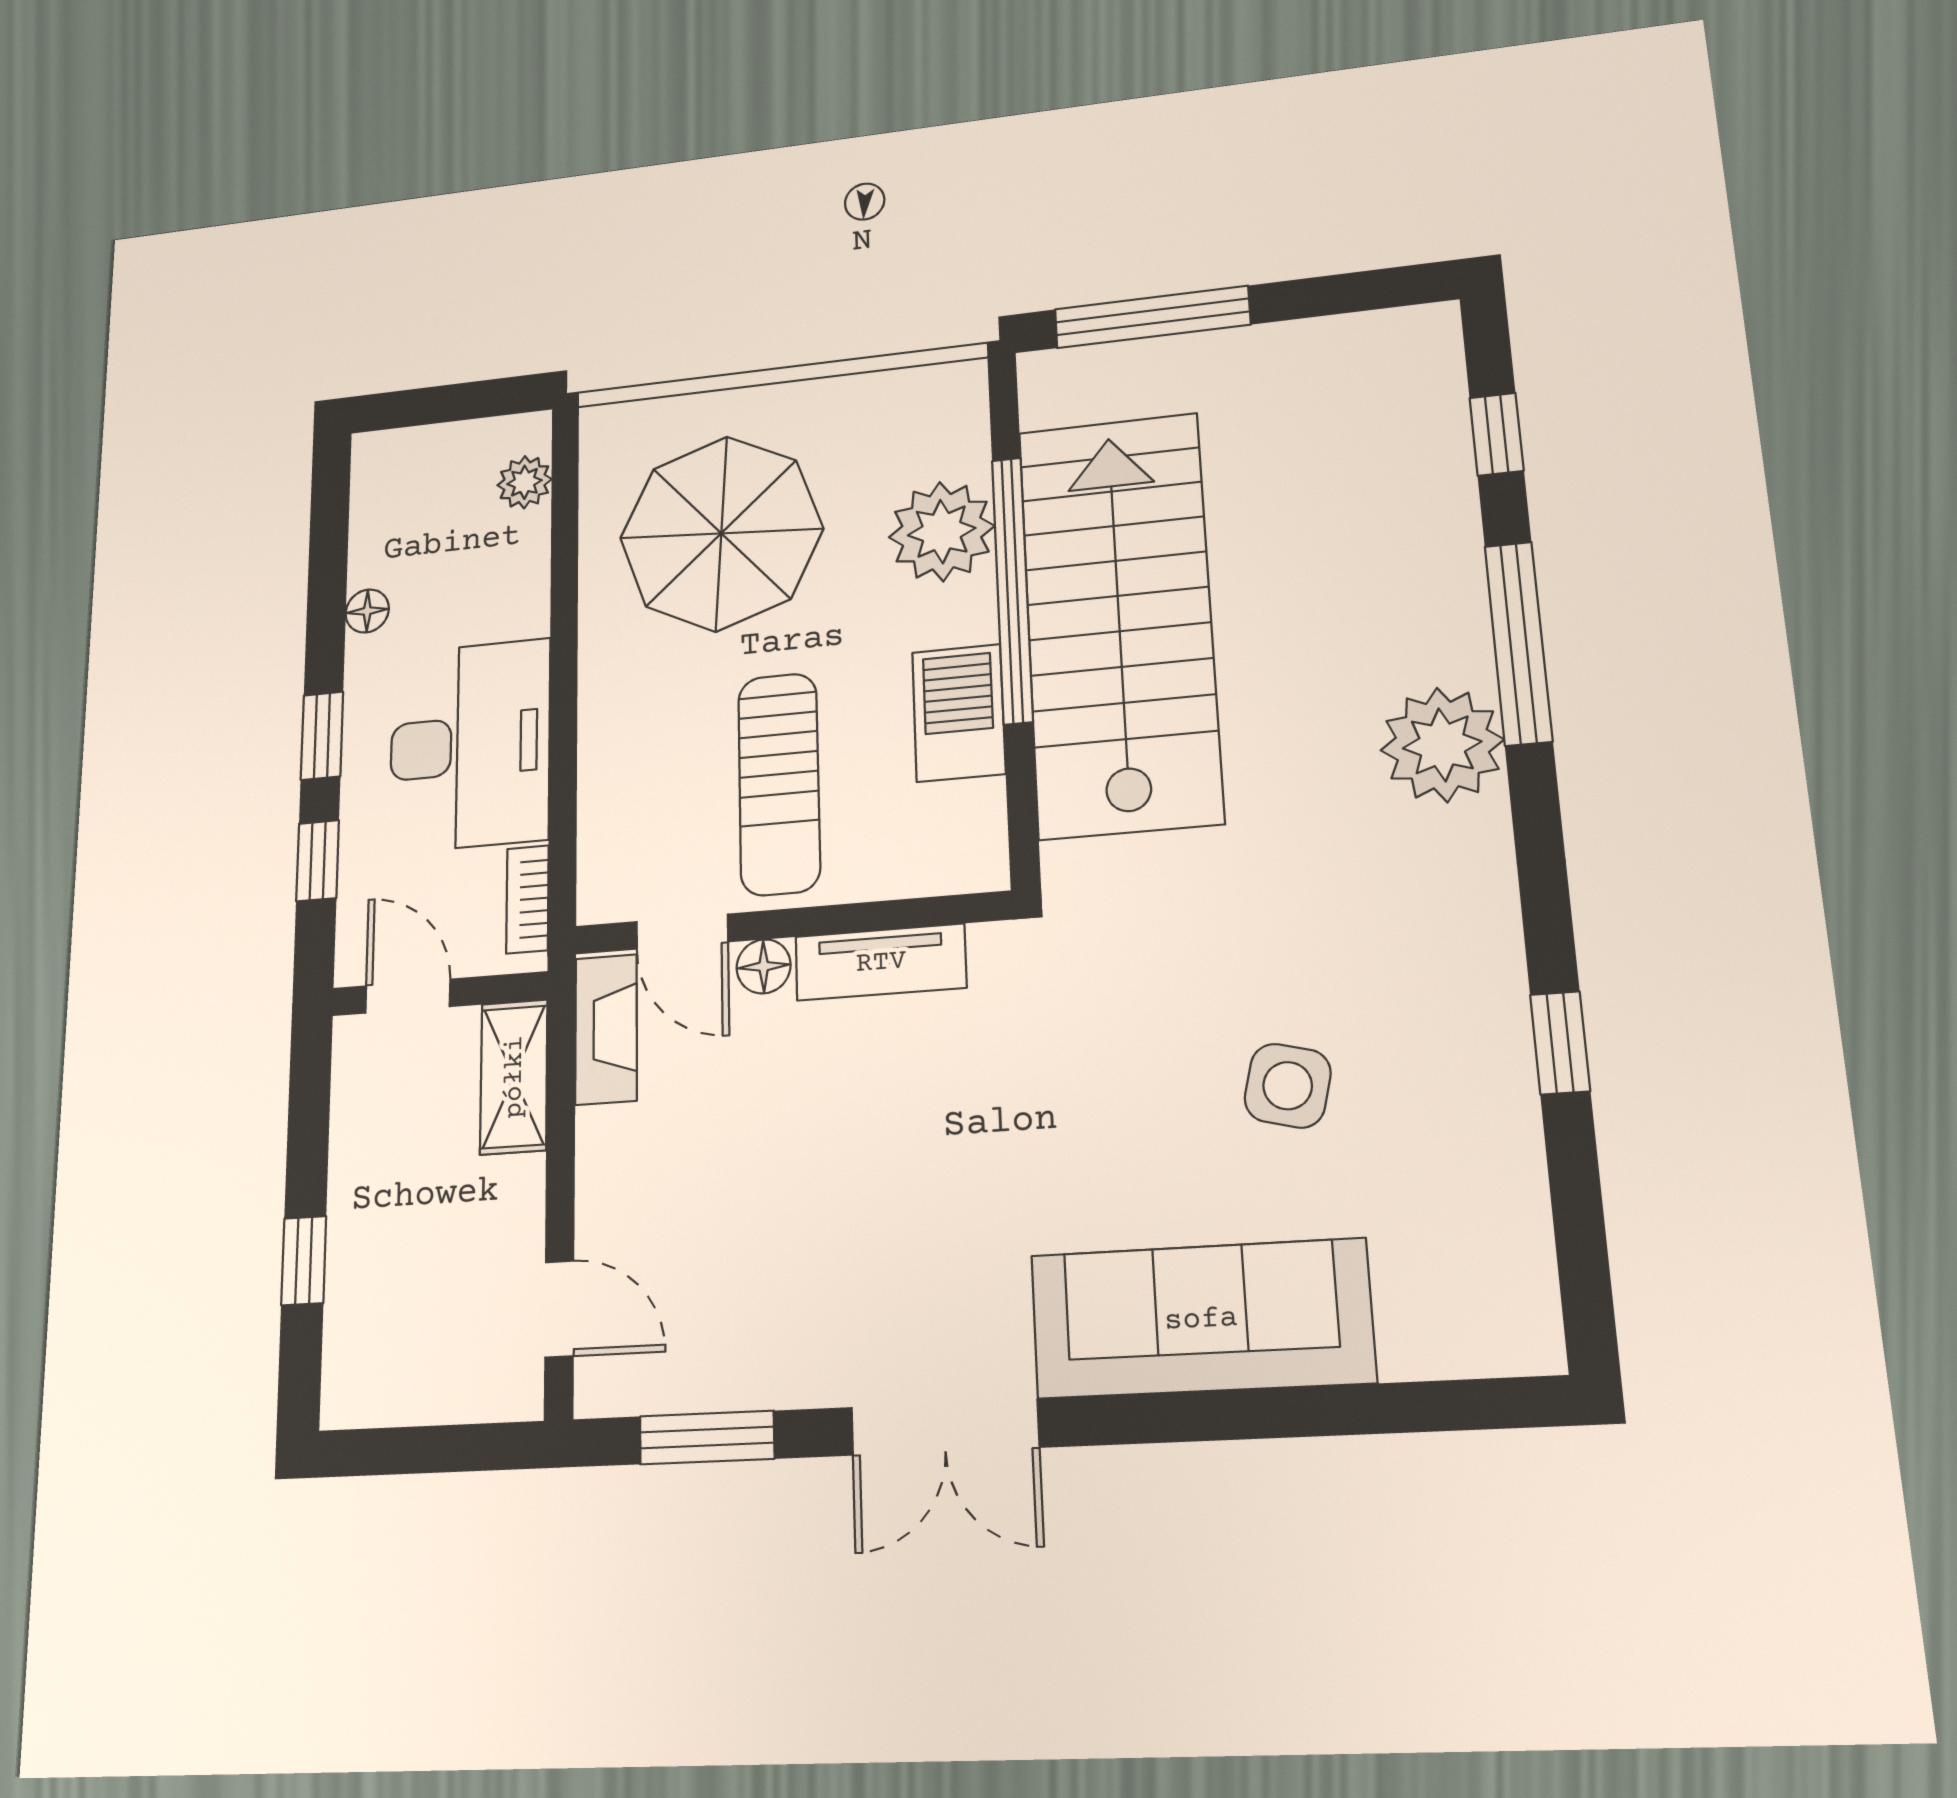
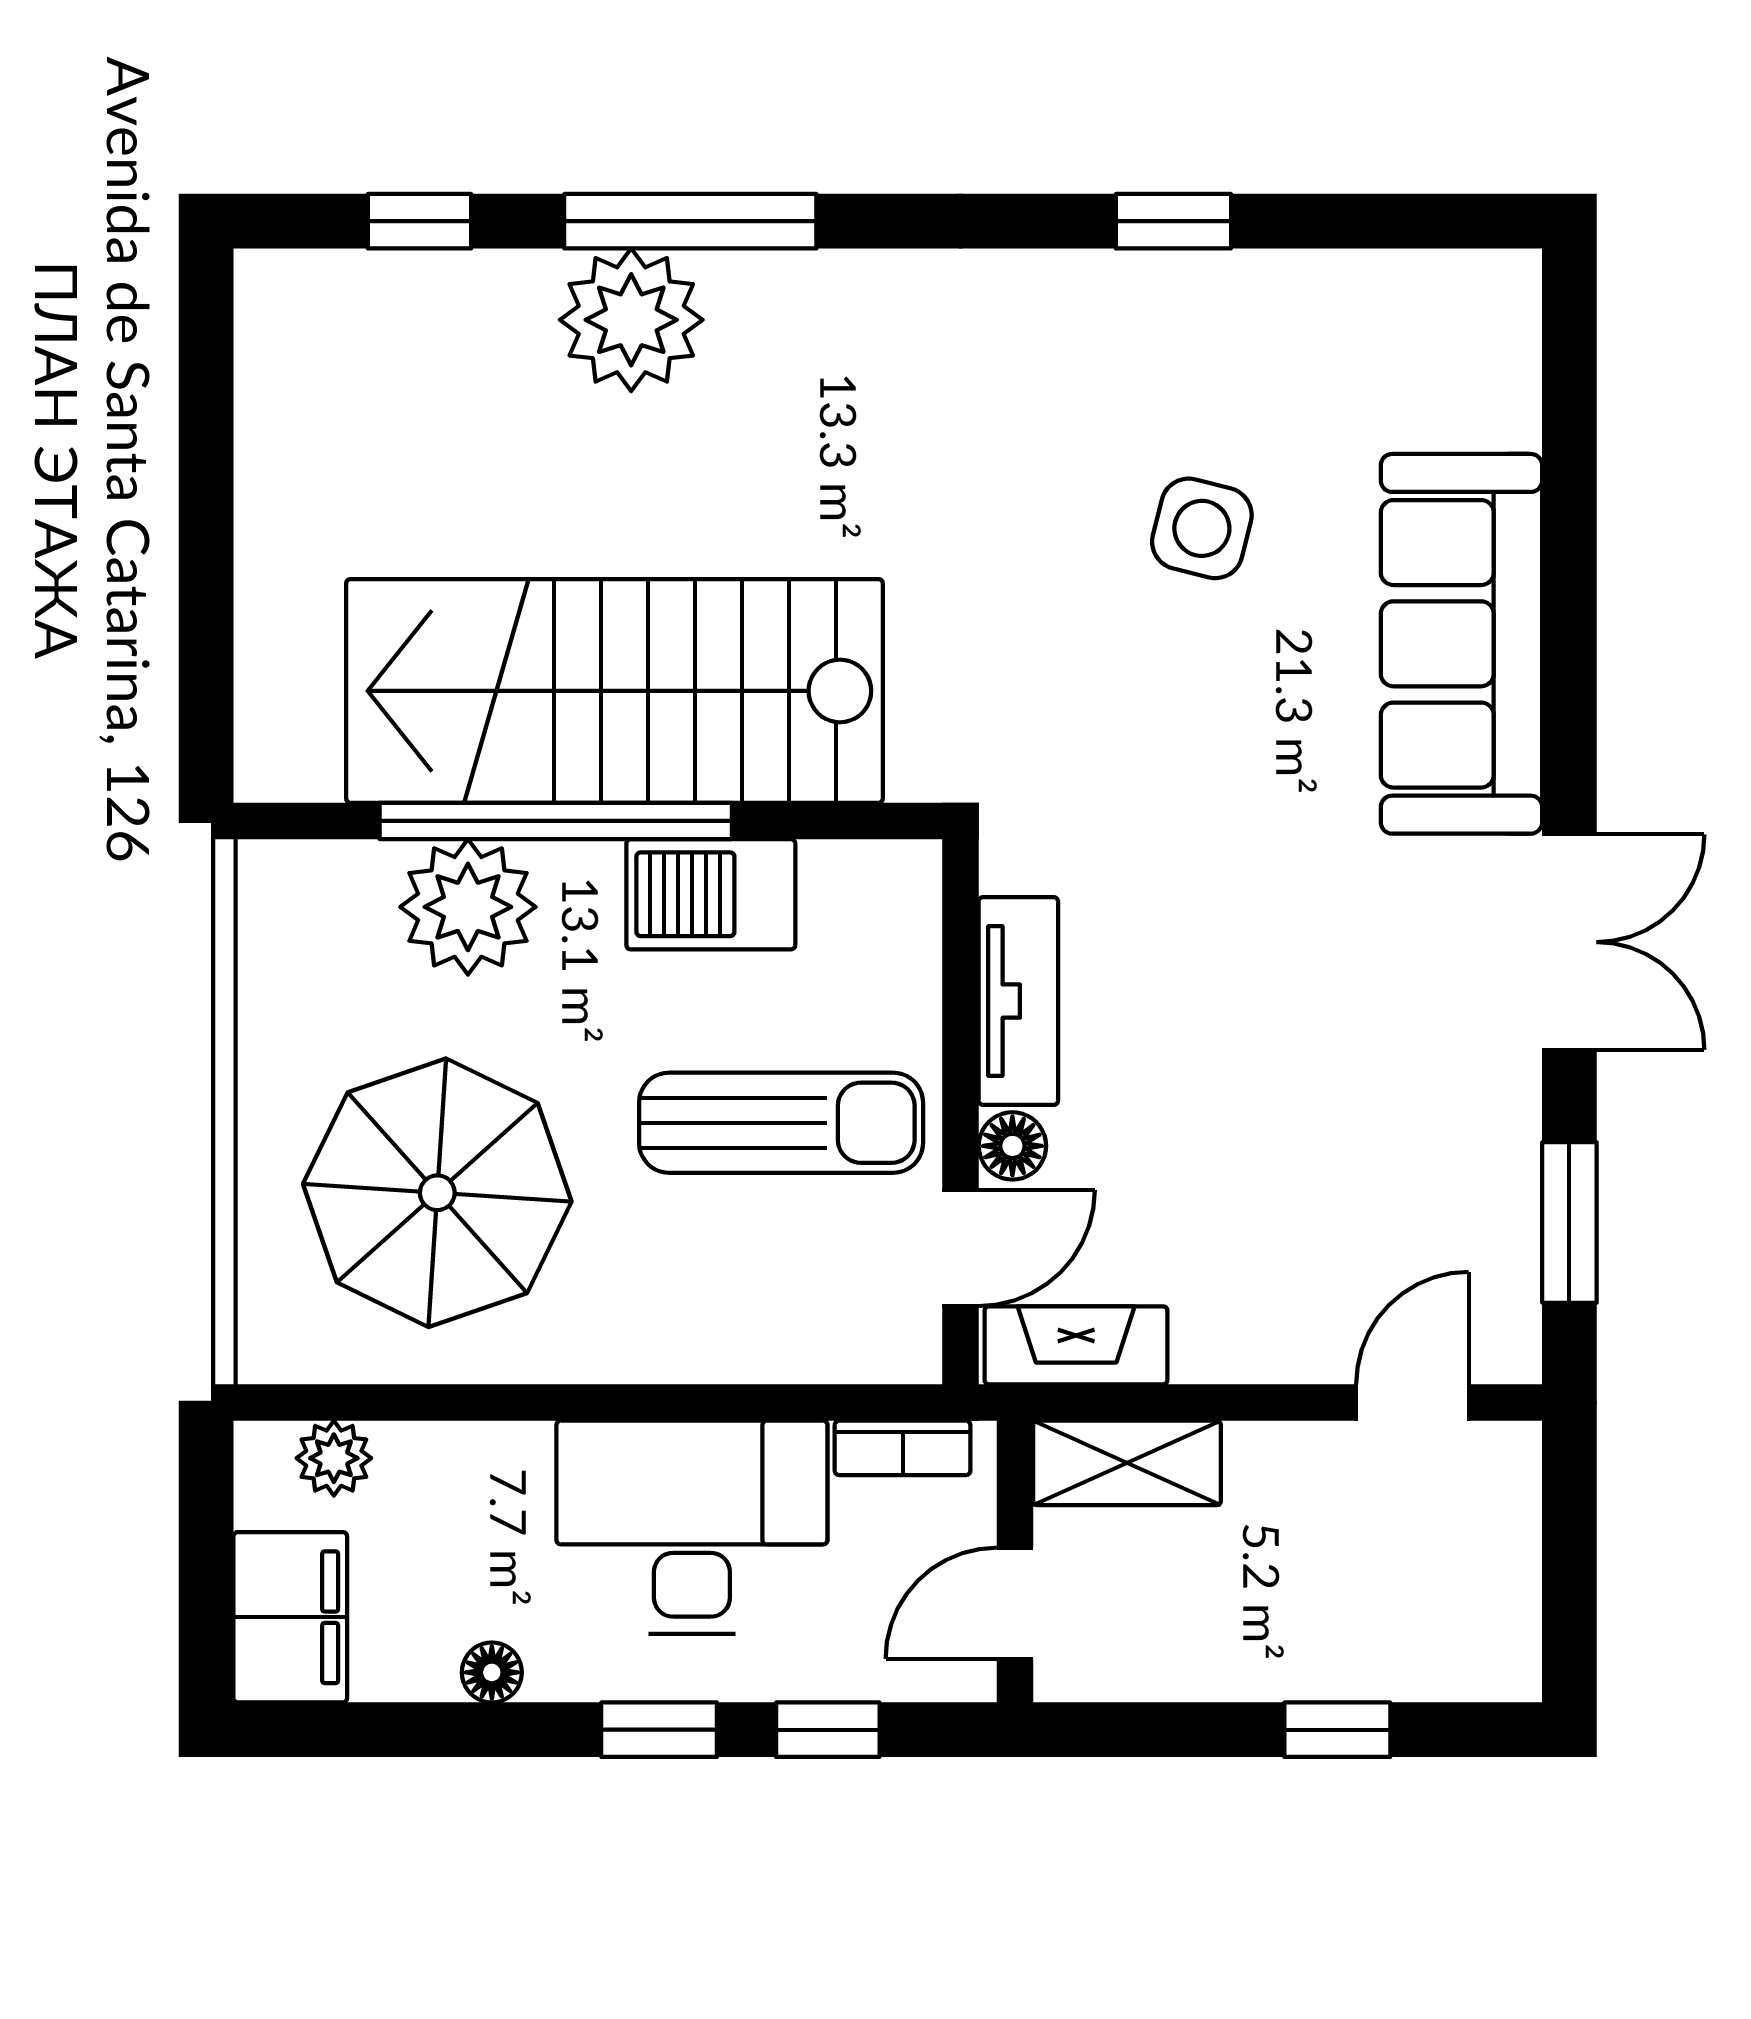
window: (1152, 317) -> (206, 627), removed
filing cabinet: (411, 465) -> (290, 1617), added
plant: (1442, 745) -> (631, 320), moved

